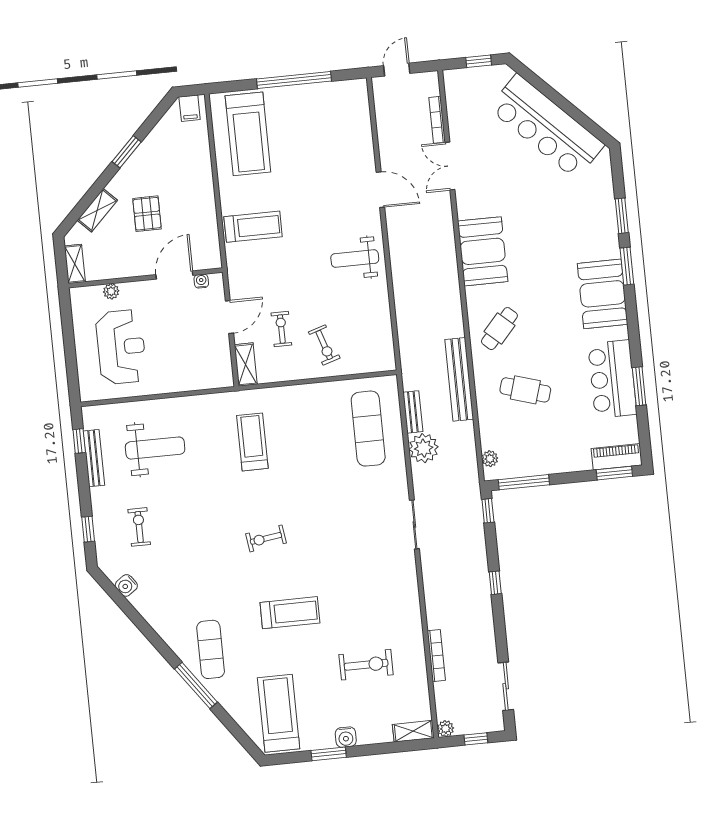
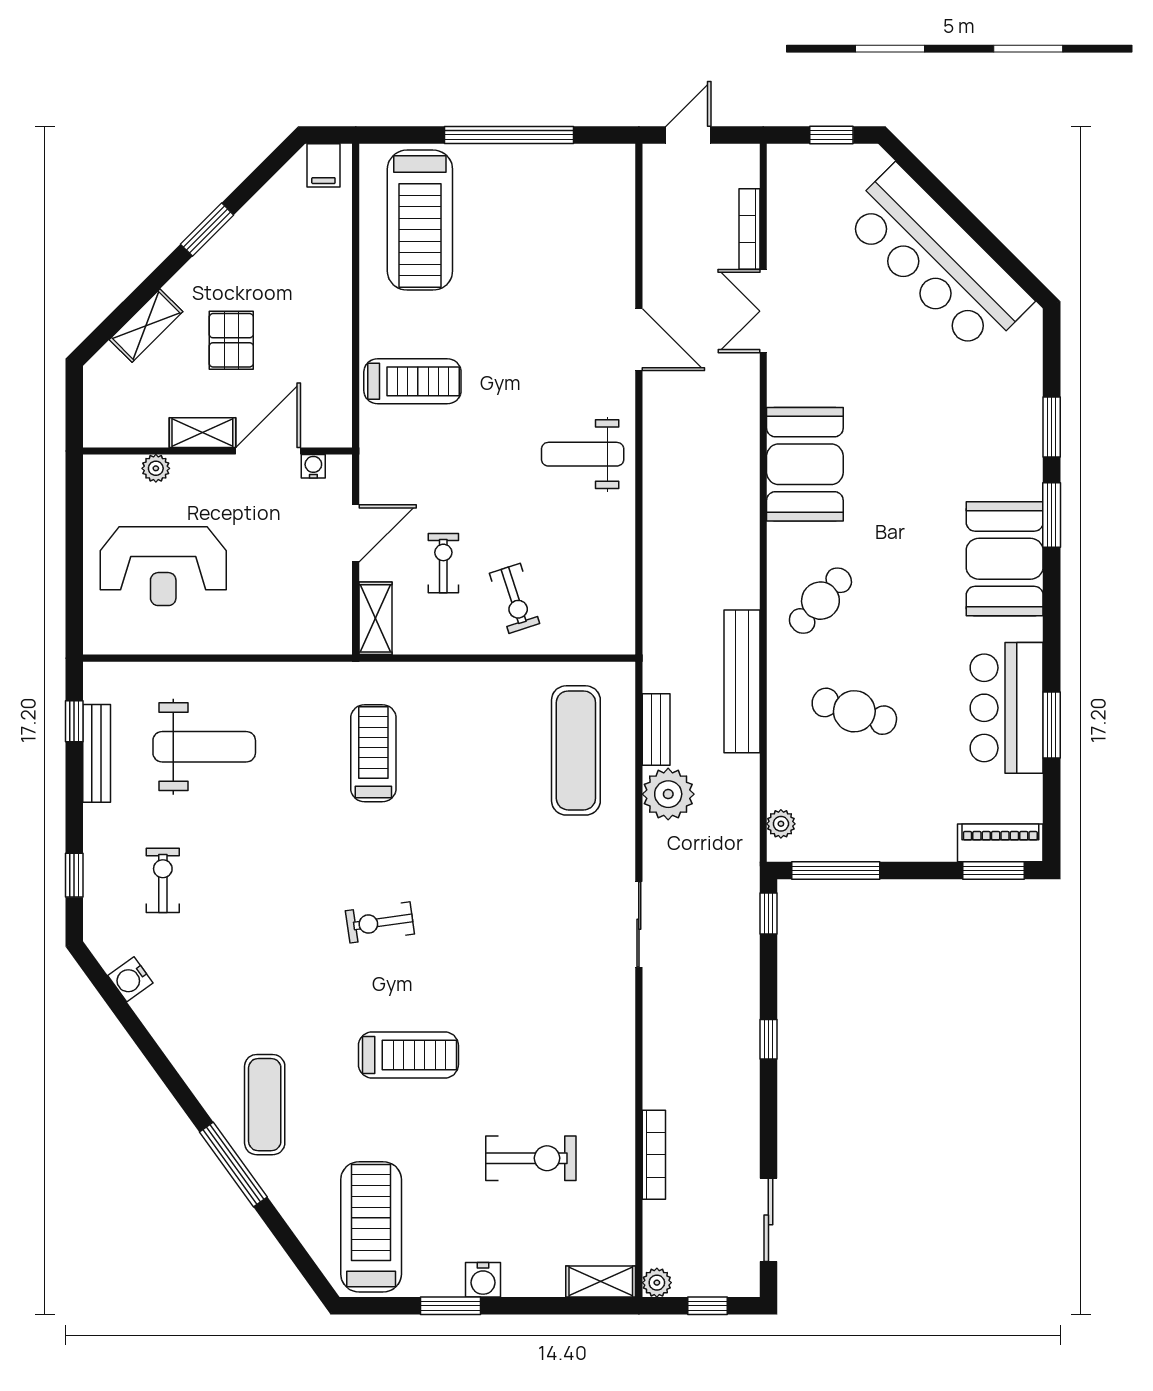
shelving: (75, 264) -> (202, 433), moved, turned 90
reception desk: (121, 347) -> (163, 566), turned 90

